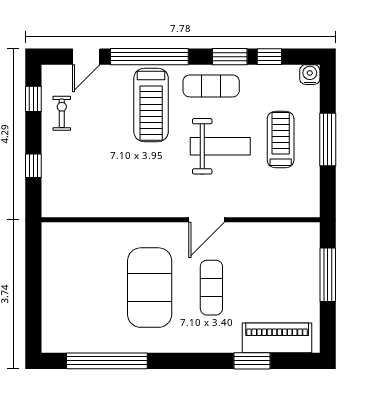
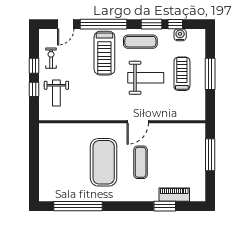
water cooler: (310, 75) -> (180, 35), moved
window: (33, 99) -> (34, 66), moved
weight bench: (71, 172) -> (56, 93), added
piano: (277, 338) -> (174, 195), width x0.73, depth x0.75

